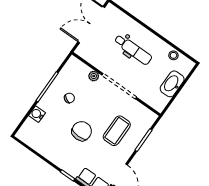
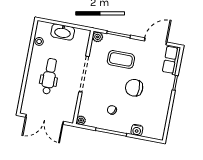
plant: (94, 76) -> (81, 120), moved
plant: (151, 117) -> (98, 37), added

